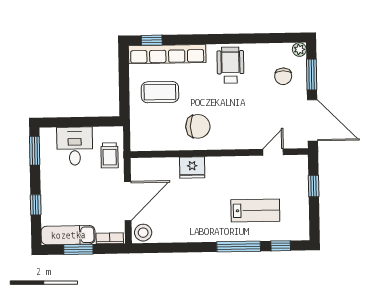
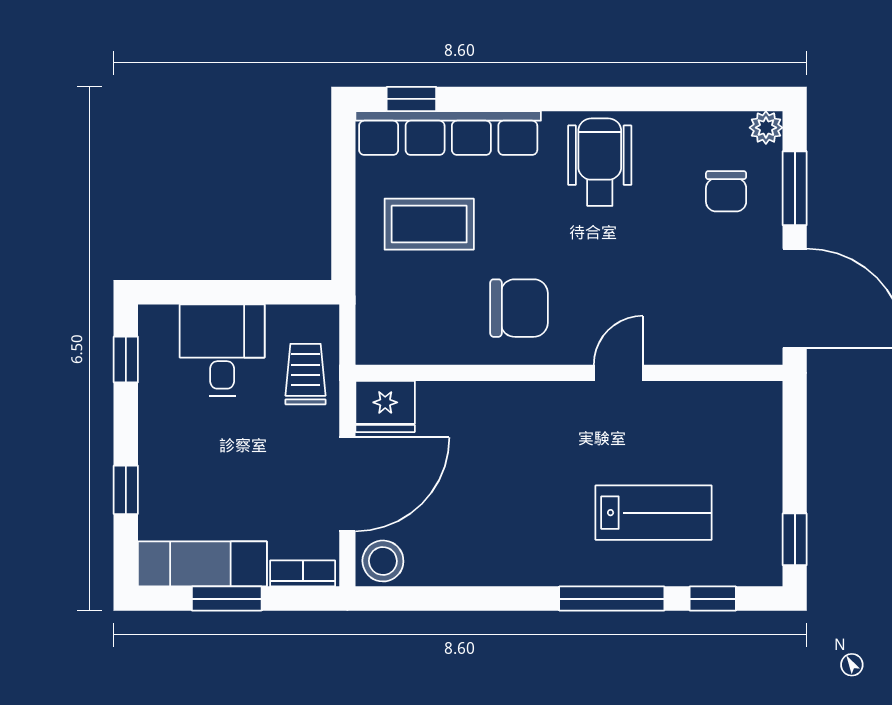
window: (35, 151) -> (126, 360), width x0.67
door: (273, 152) -> (618, 373), moved
trolley: (110, 155) -> (306, 374), turned 180
fridge: (192, 167) -> (385, 407), moved
window: (314, 186) -> (795, 539), moved

